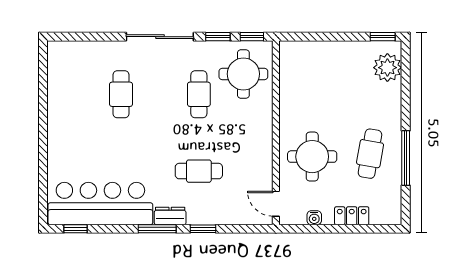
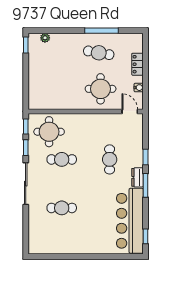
plant: (387, 68) -> (45, 38), width x0.53, depth x0.53
door: (276, 204) -> (130, 111), swing flipped

